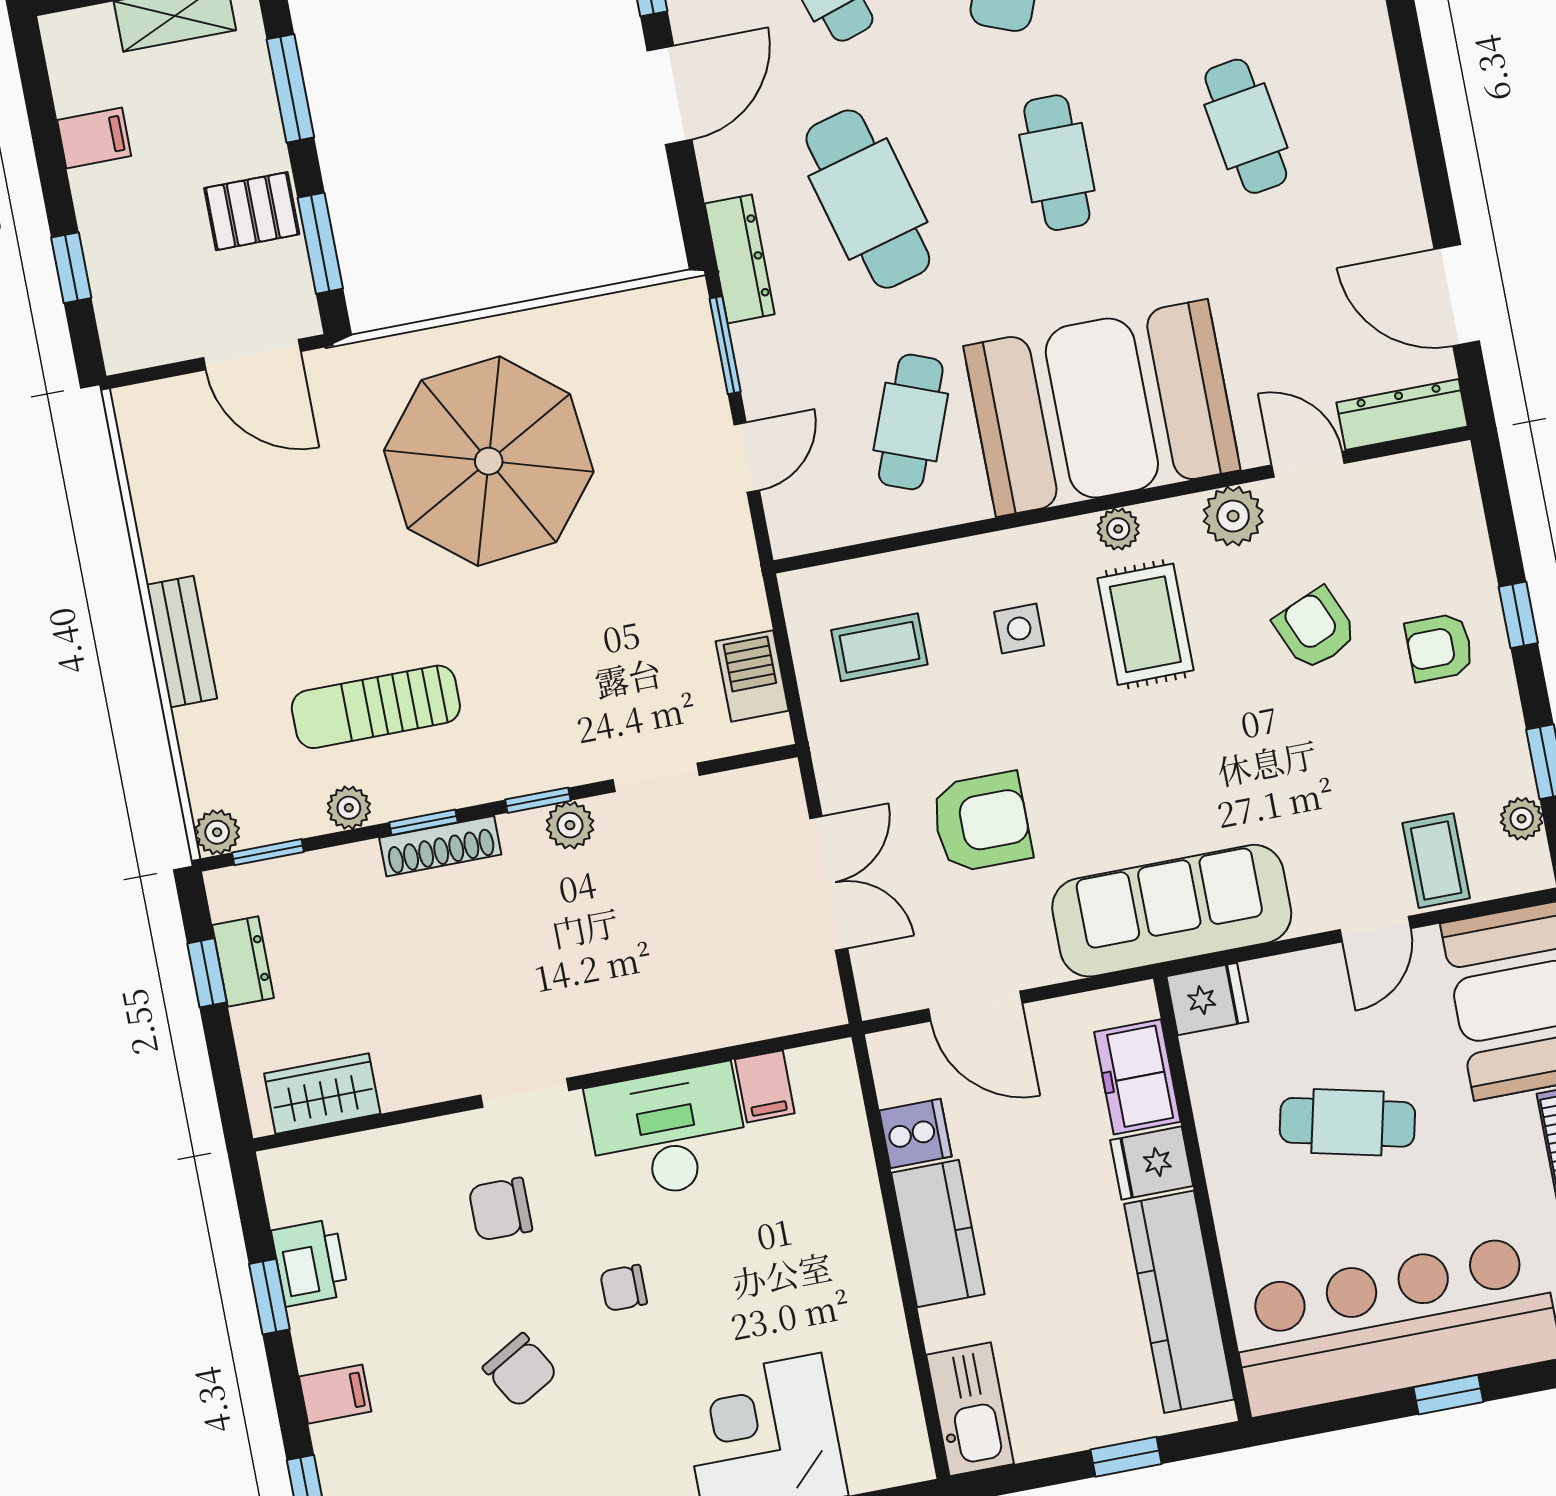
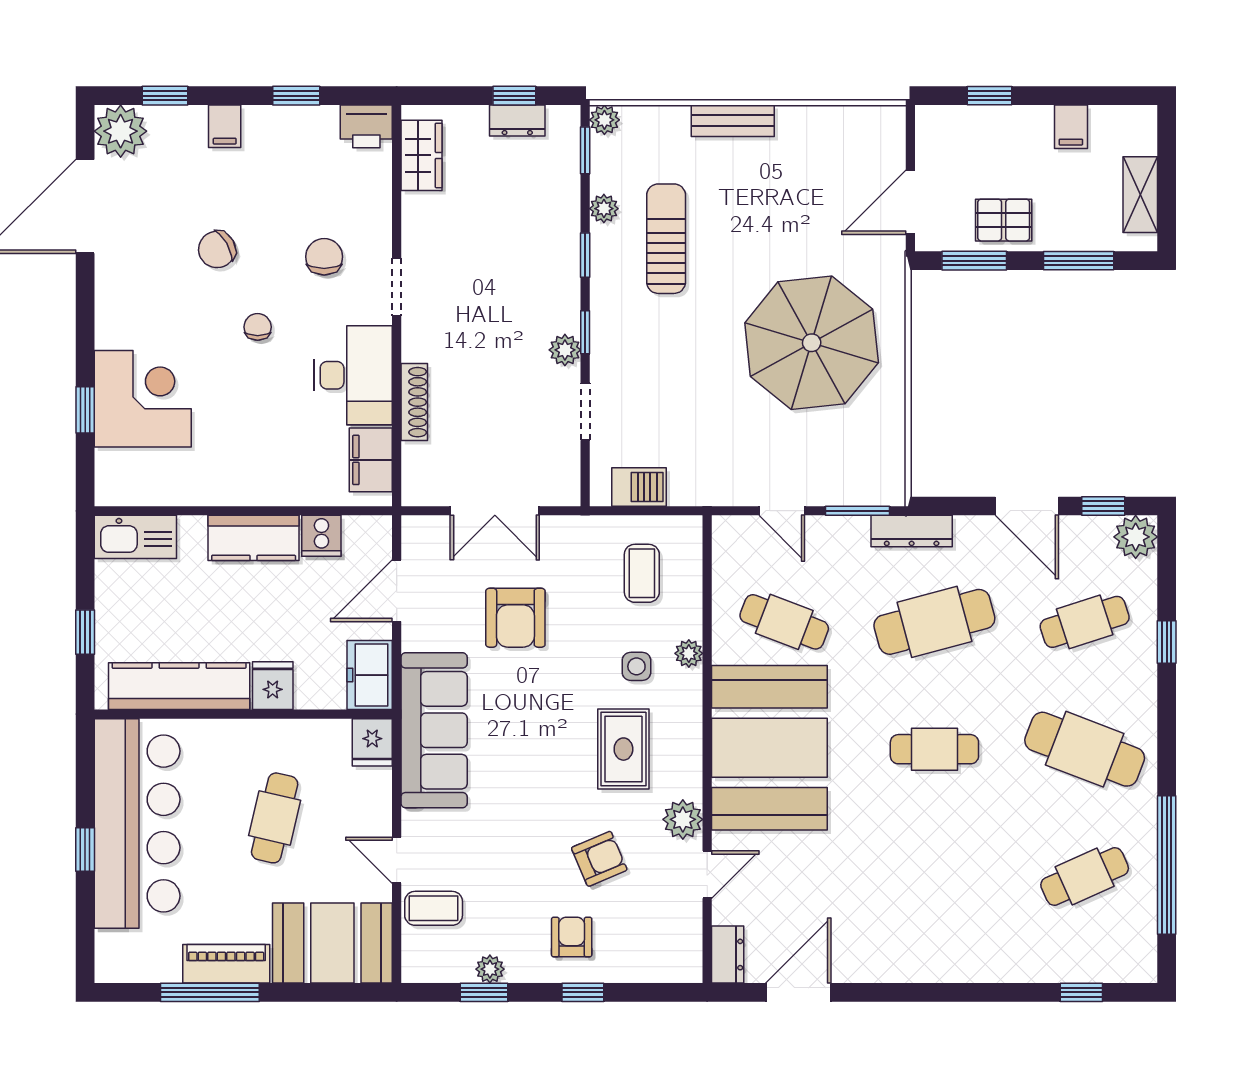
cafe table: (1246, 126) -> (934, 877), removed
pallet: (252, 211) -> (1004, 220), turned 90
dresser: (1402, 414) -> (728, 955), width x0.70
plant: (1118, 529) -> (689, 653), moved
rug: (1145, 624) -> (623, 749), turned 90
plant: (1522, 819) -> (490, 969), moved
shoe rack: (440, 846) -> (414, 402), moved, turned 180
freezer: (1137, 1077) -> (370, 675), moved, turned -90
filing cabinet: (765, 1086) -> (371, 460), width x2.00
printer: (310, 1263) -> (366, 126), moved

